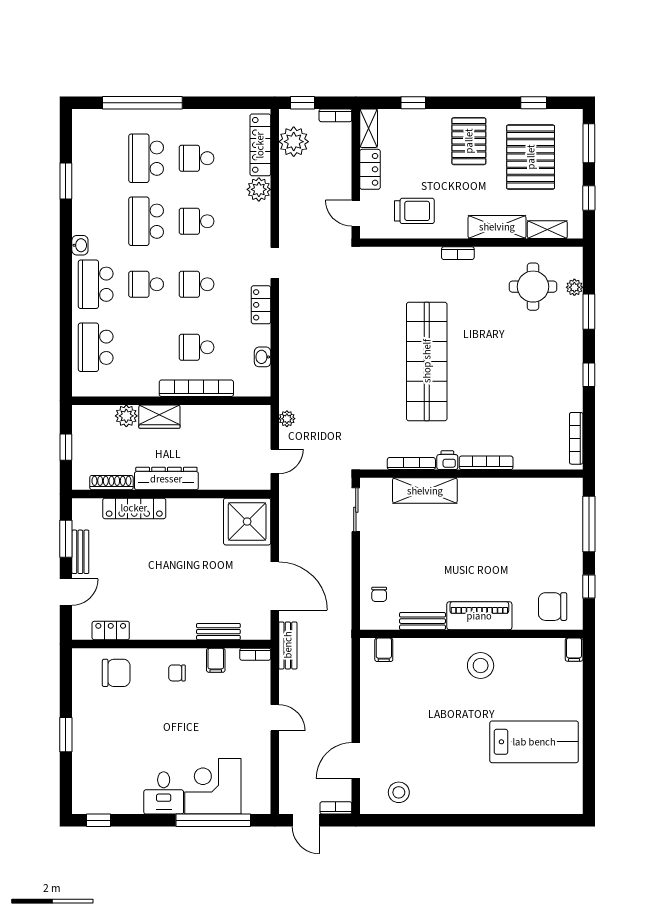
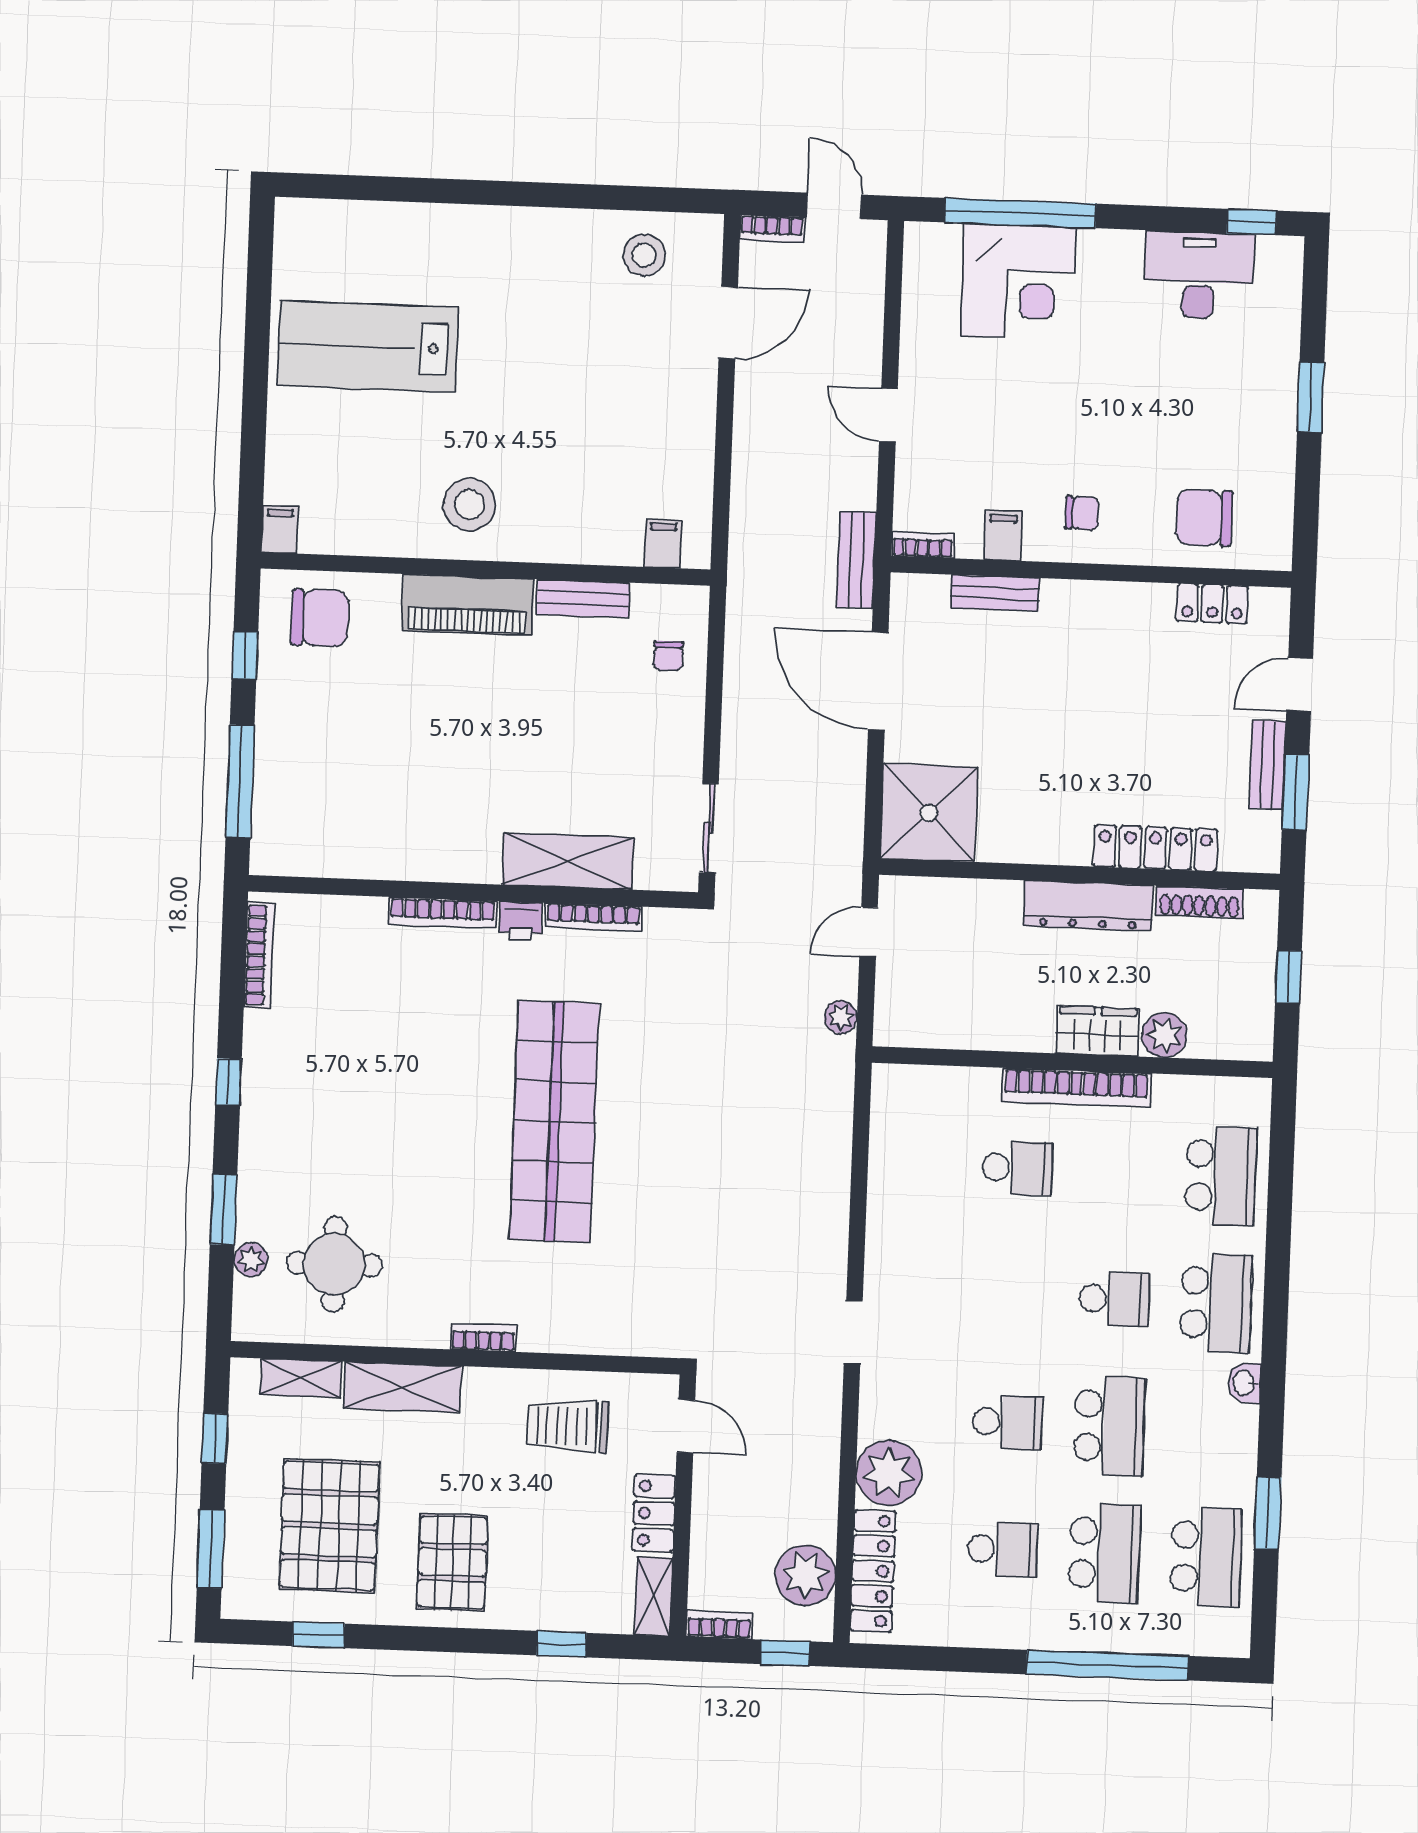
plant: (259, 189) -> (889, 1473), width x1.36, depth x1.36
school desk: (197, 284) -> (1206, 1557), moved, width x1.85
locker: (261, 305) -> (884, 1249), removed
washbasin: (263, 357) -> (885, 1143), removed
bookcase: (196, 388) -> (1076, 1087), moved
chair: (379, 594) -> (668, 656), turned 180
desk: (164, 793) -> (1199, 275), moved, width x1.37

